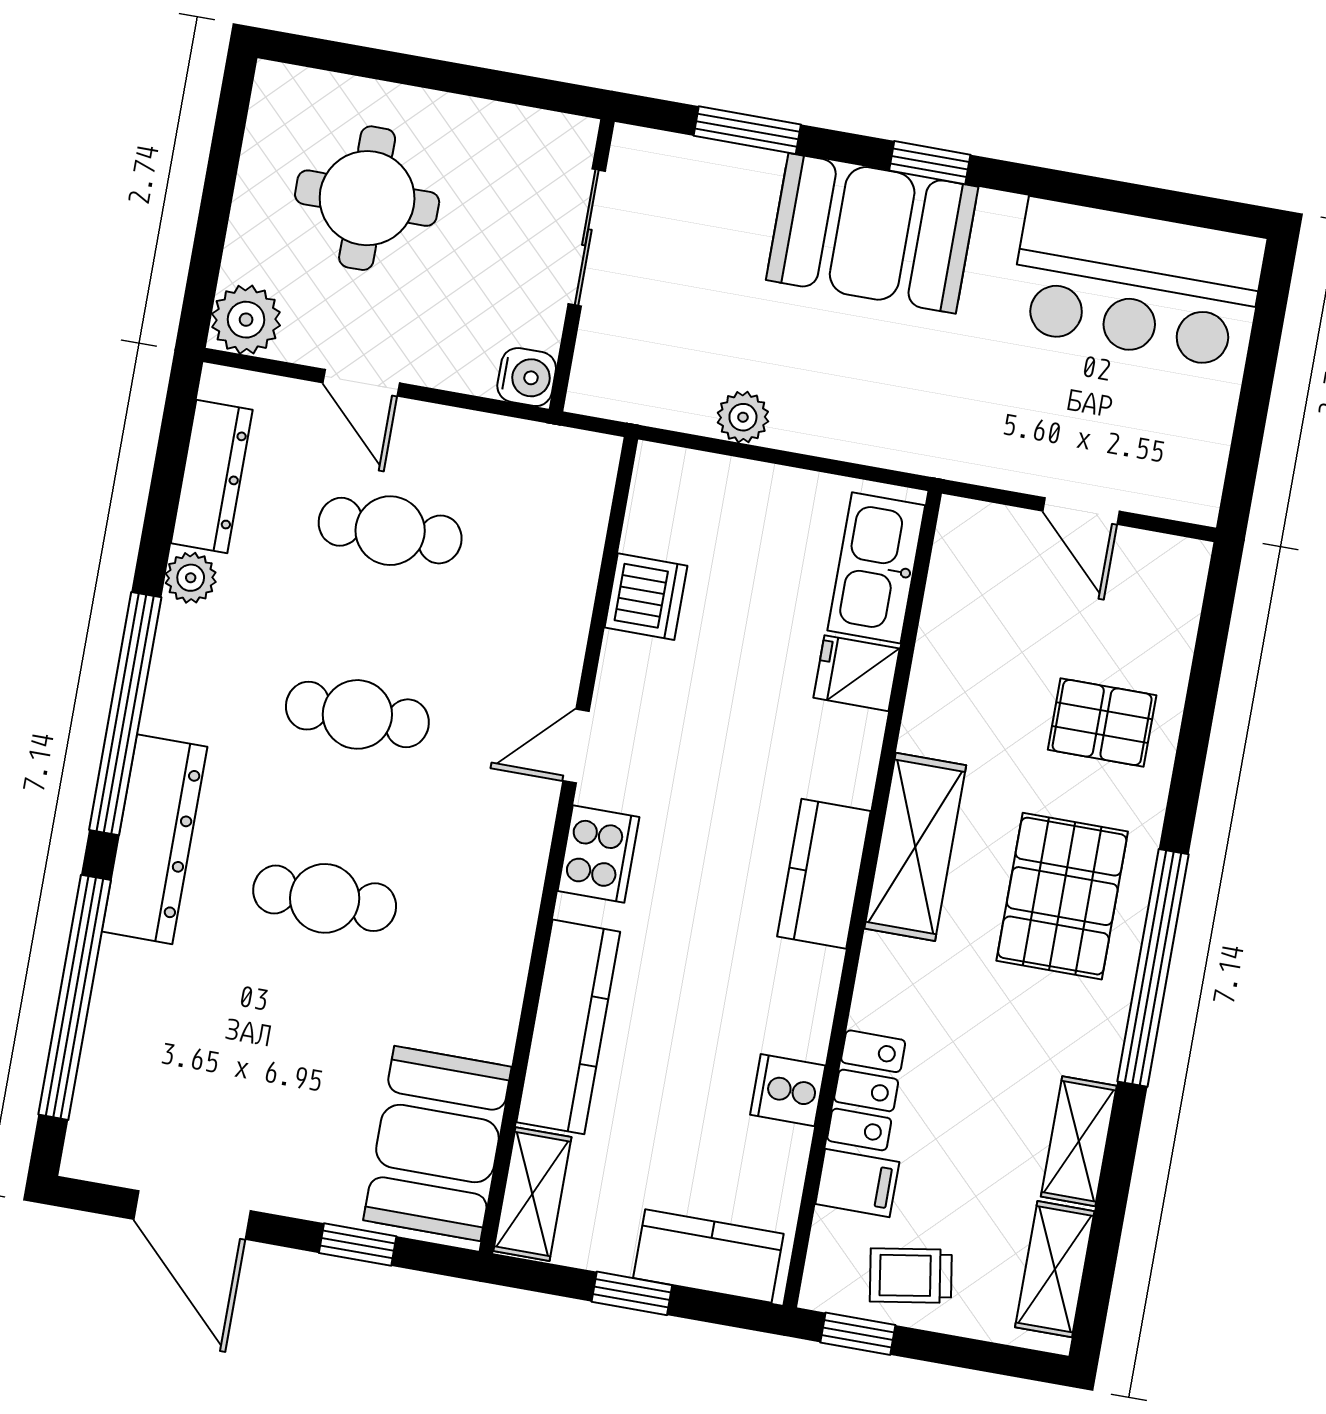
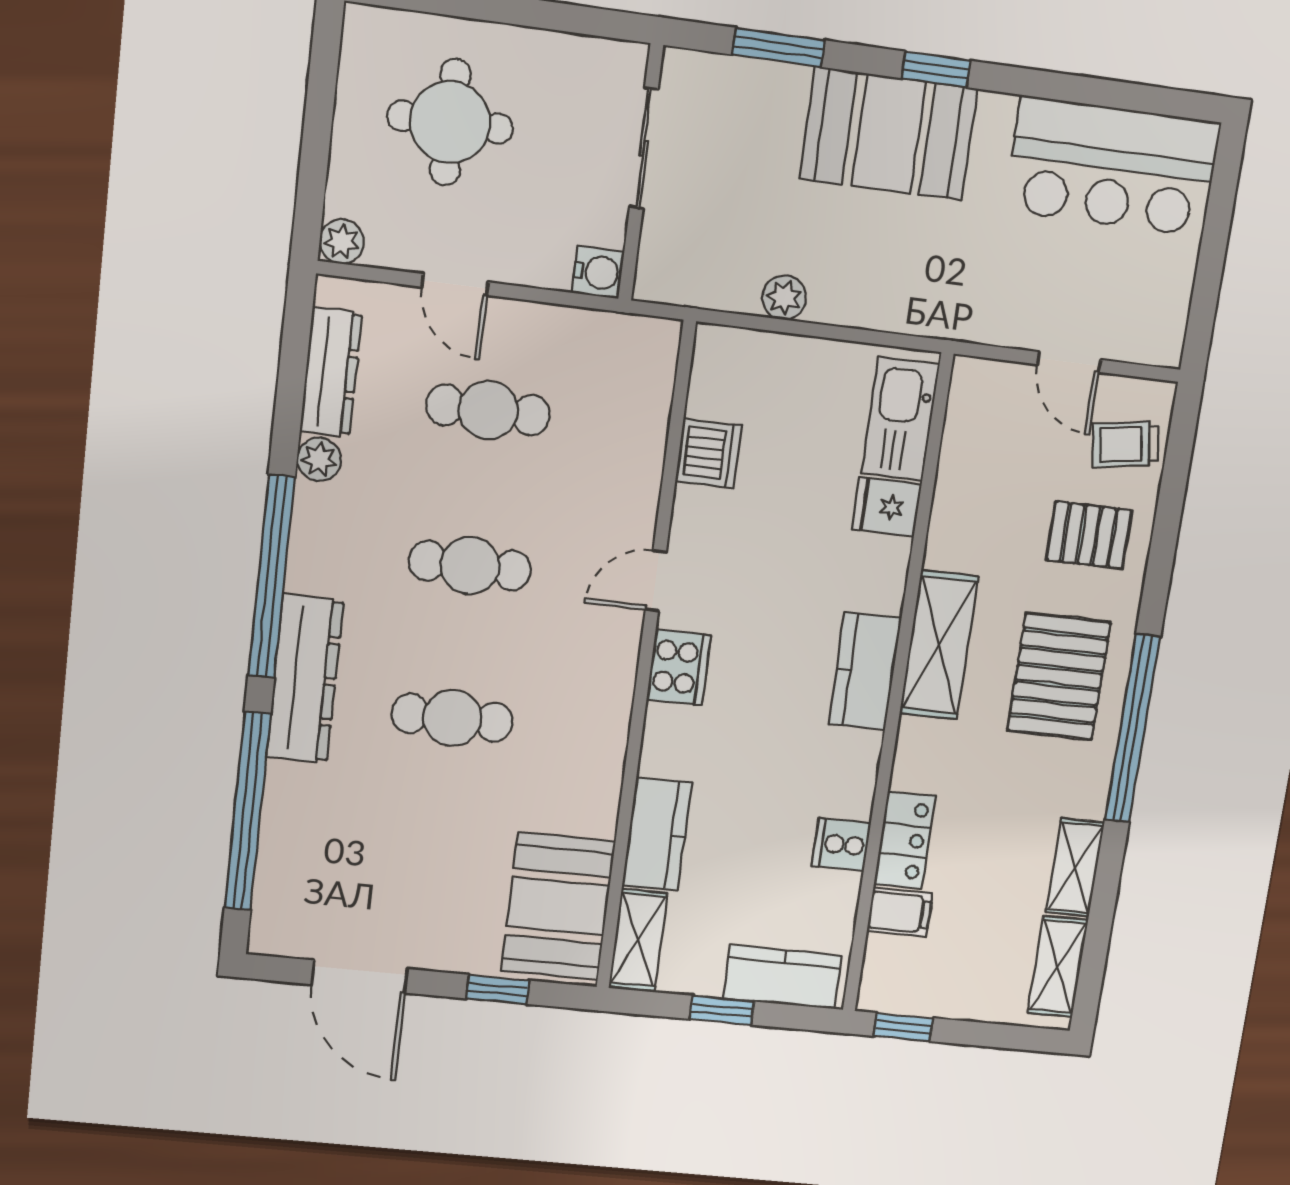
plant: (246, 320) -> (342, 242), width x0.73, depth x0.73
kitchen counter: (568, 1027) -> (657, 834), width x0.67
trolley: (911, 1276) -> (1125, 444), moved

